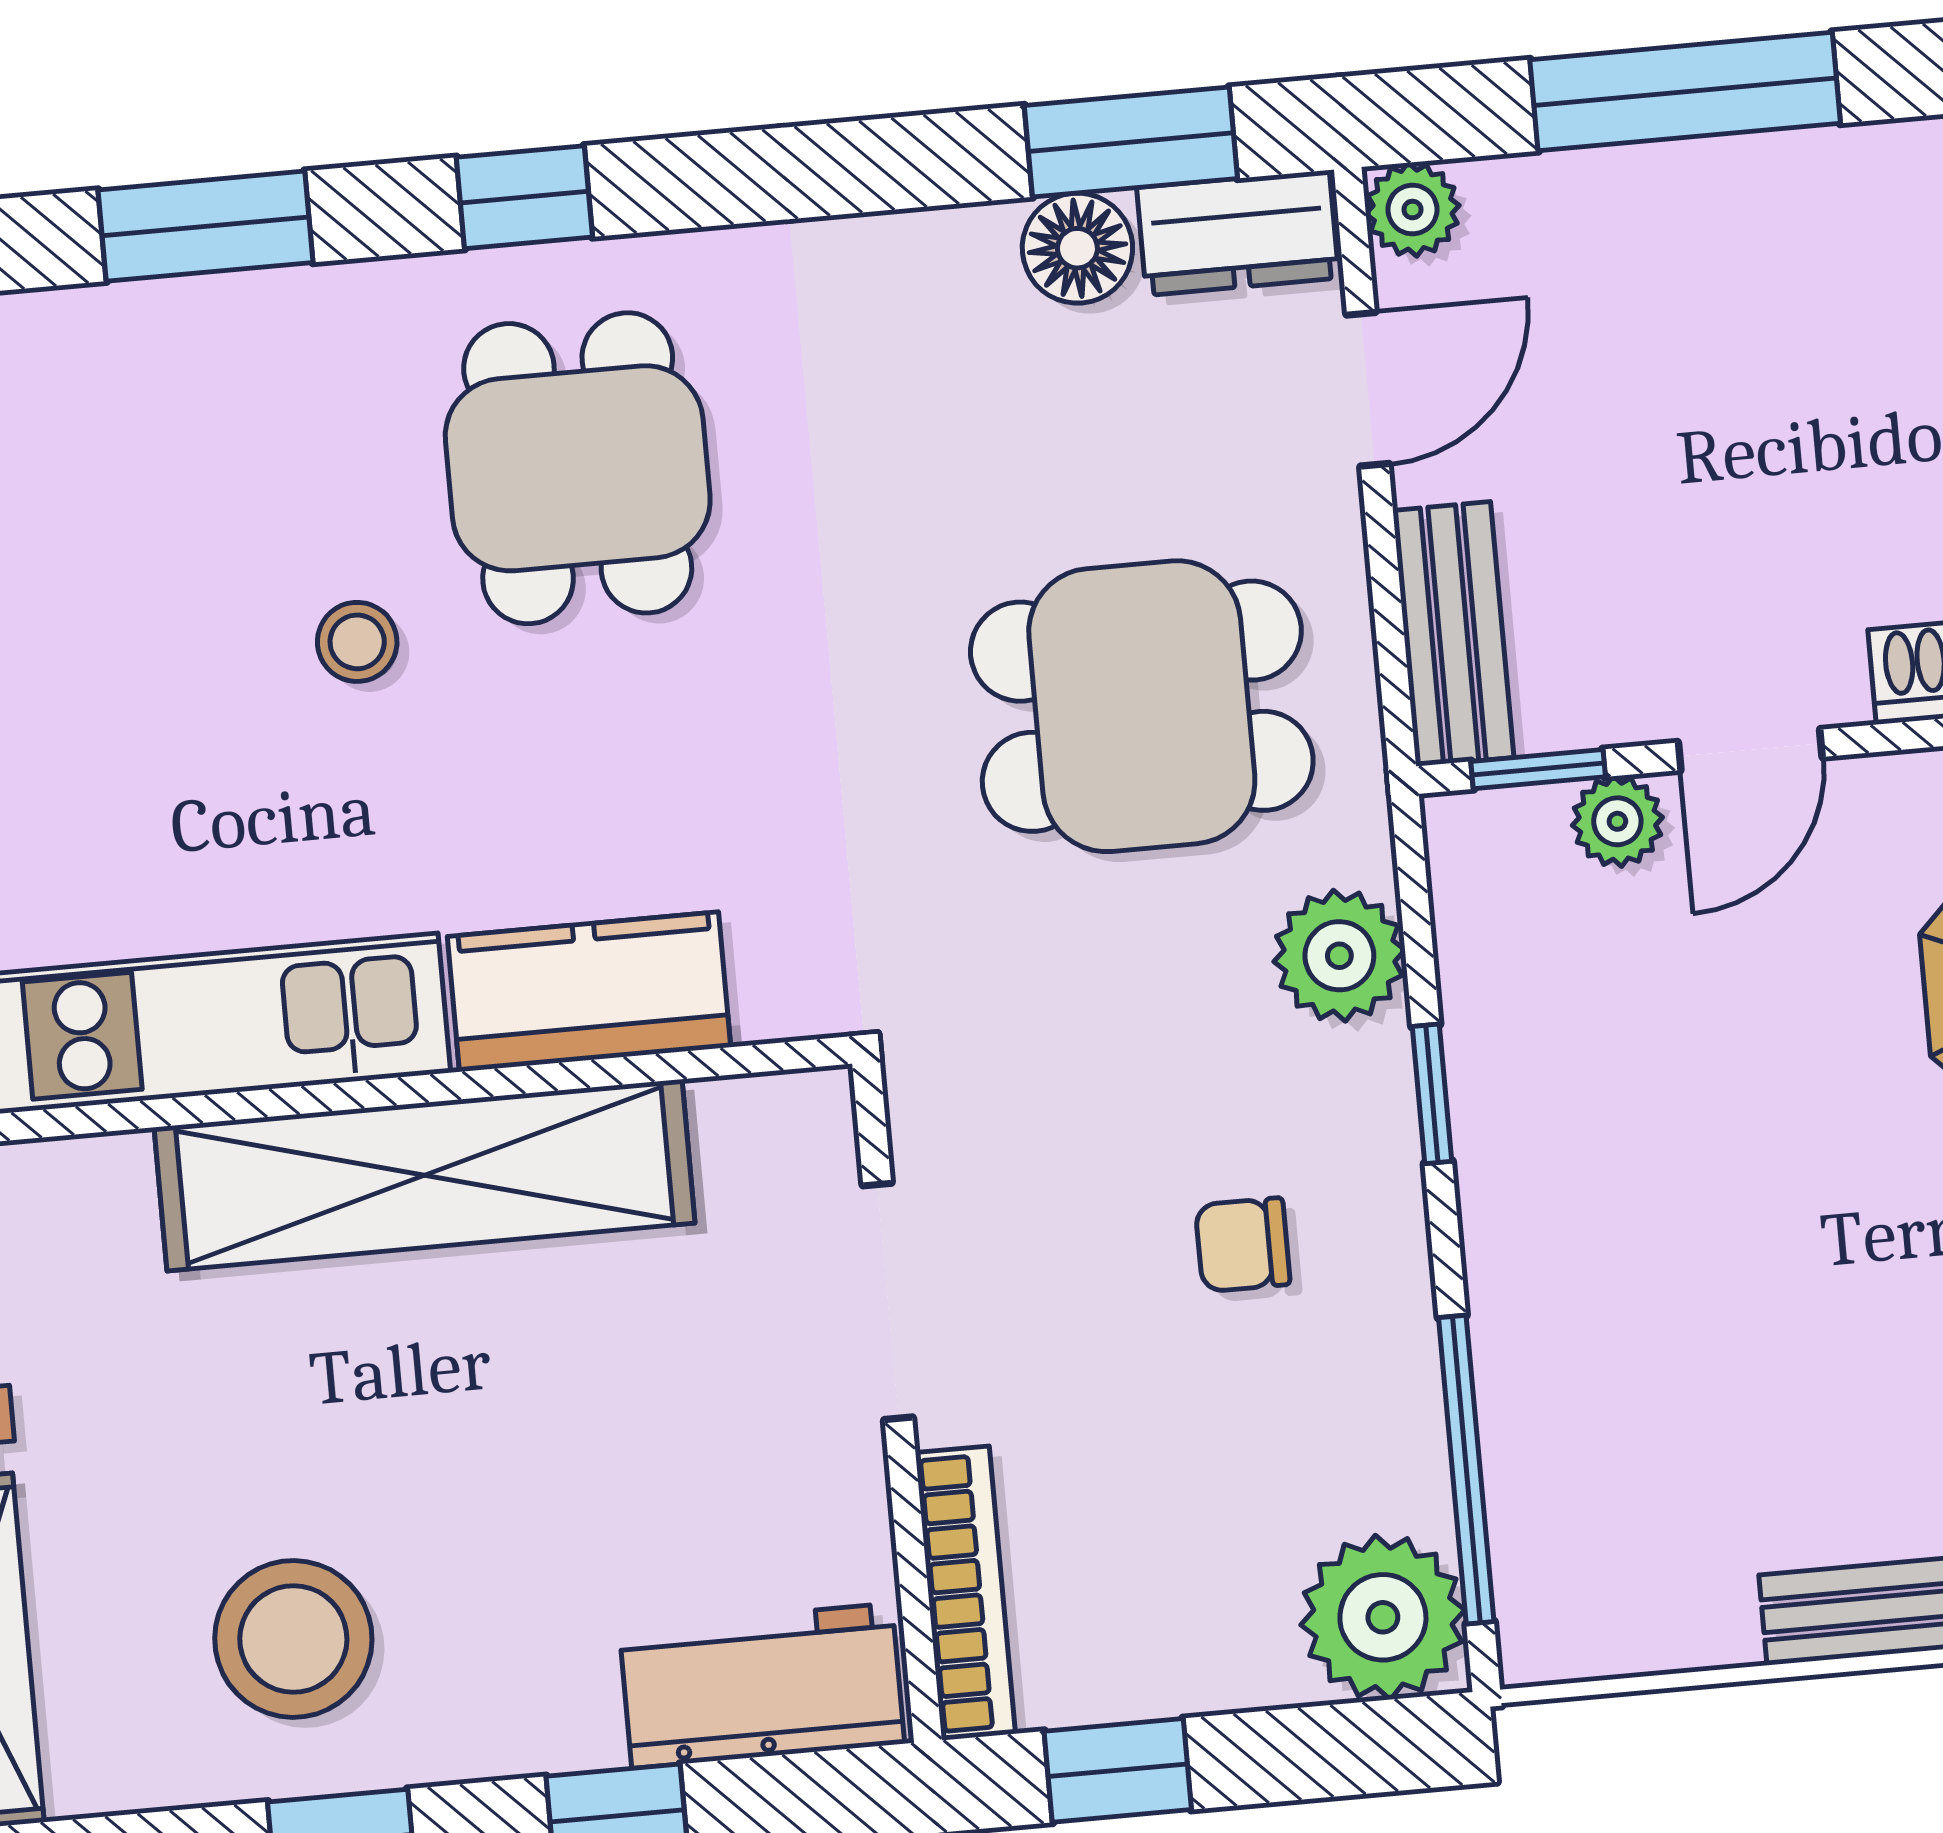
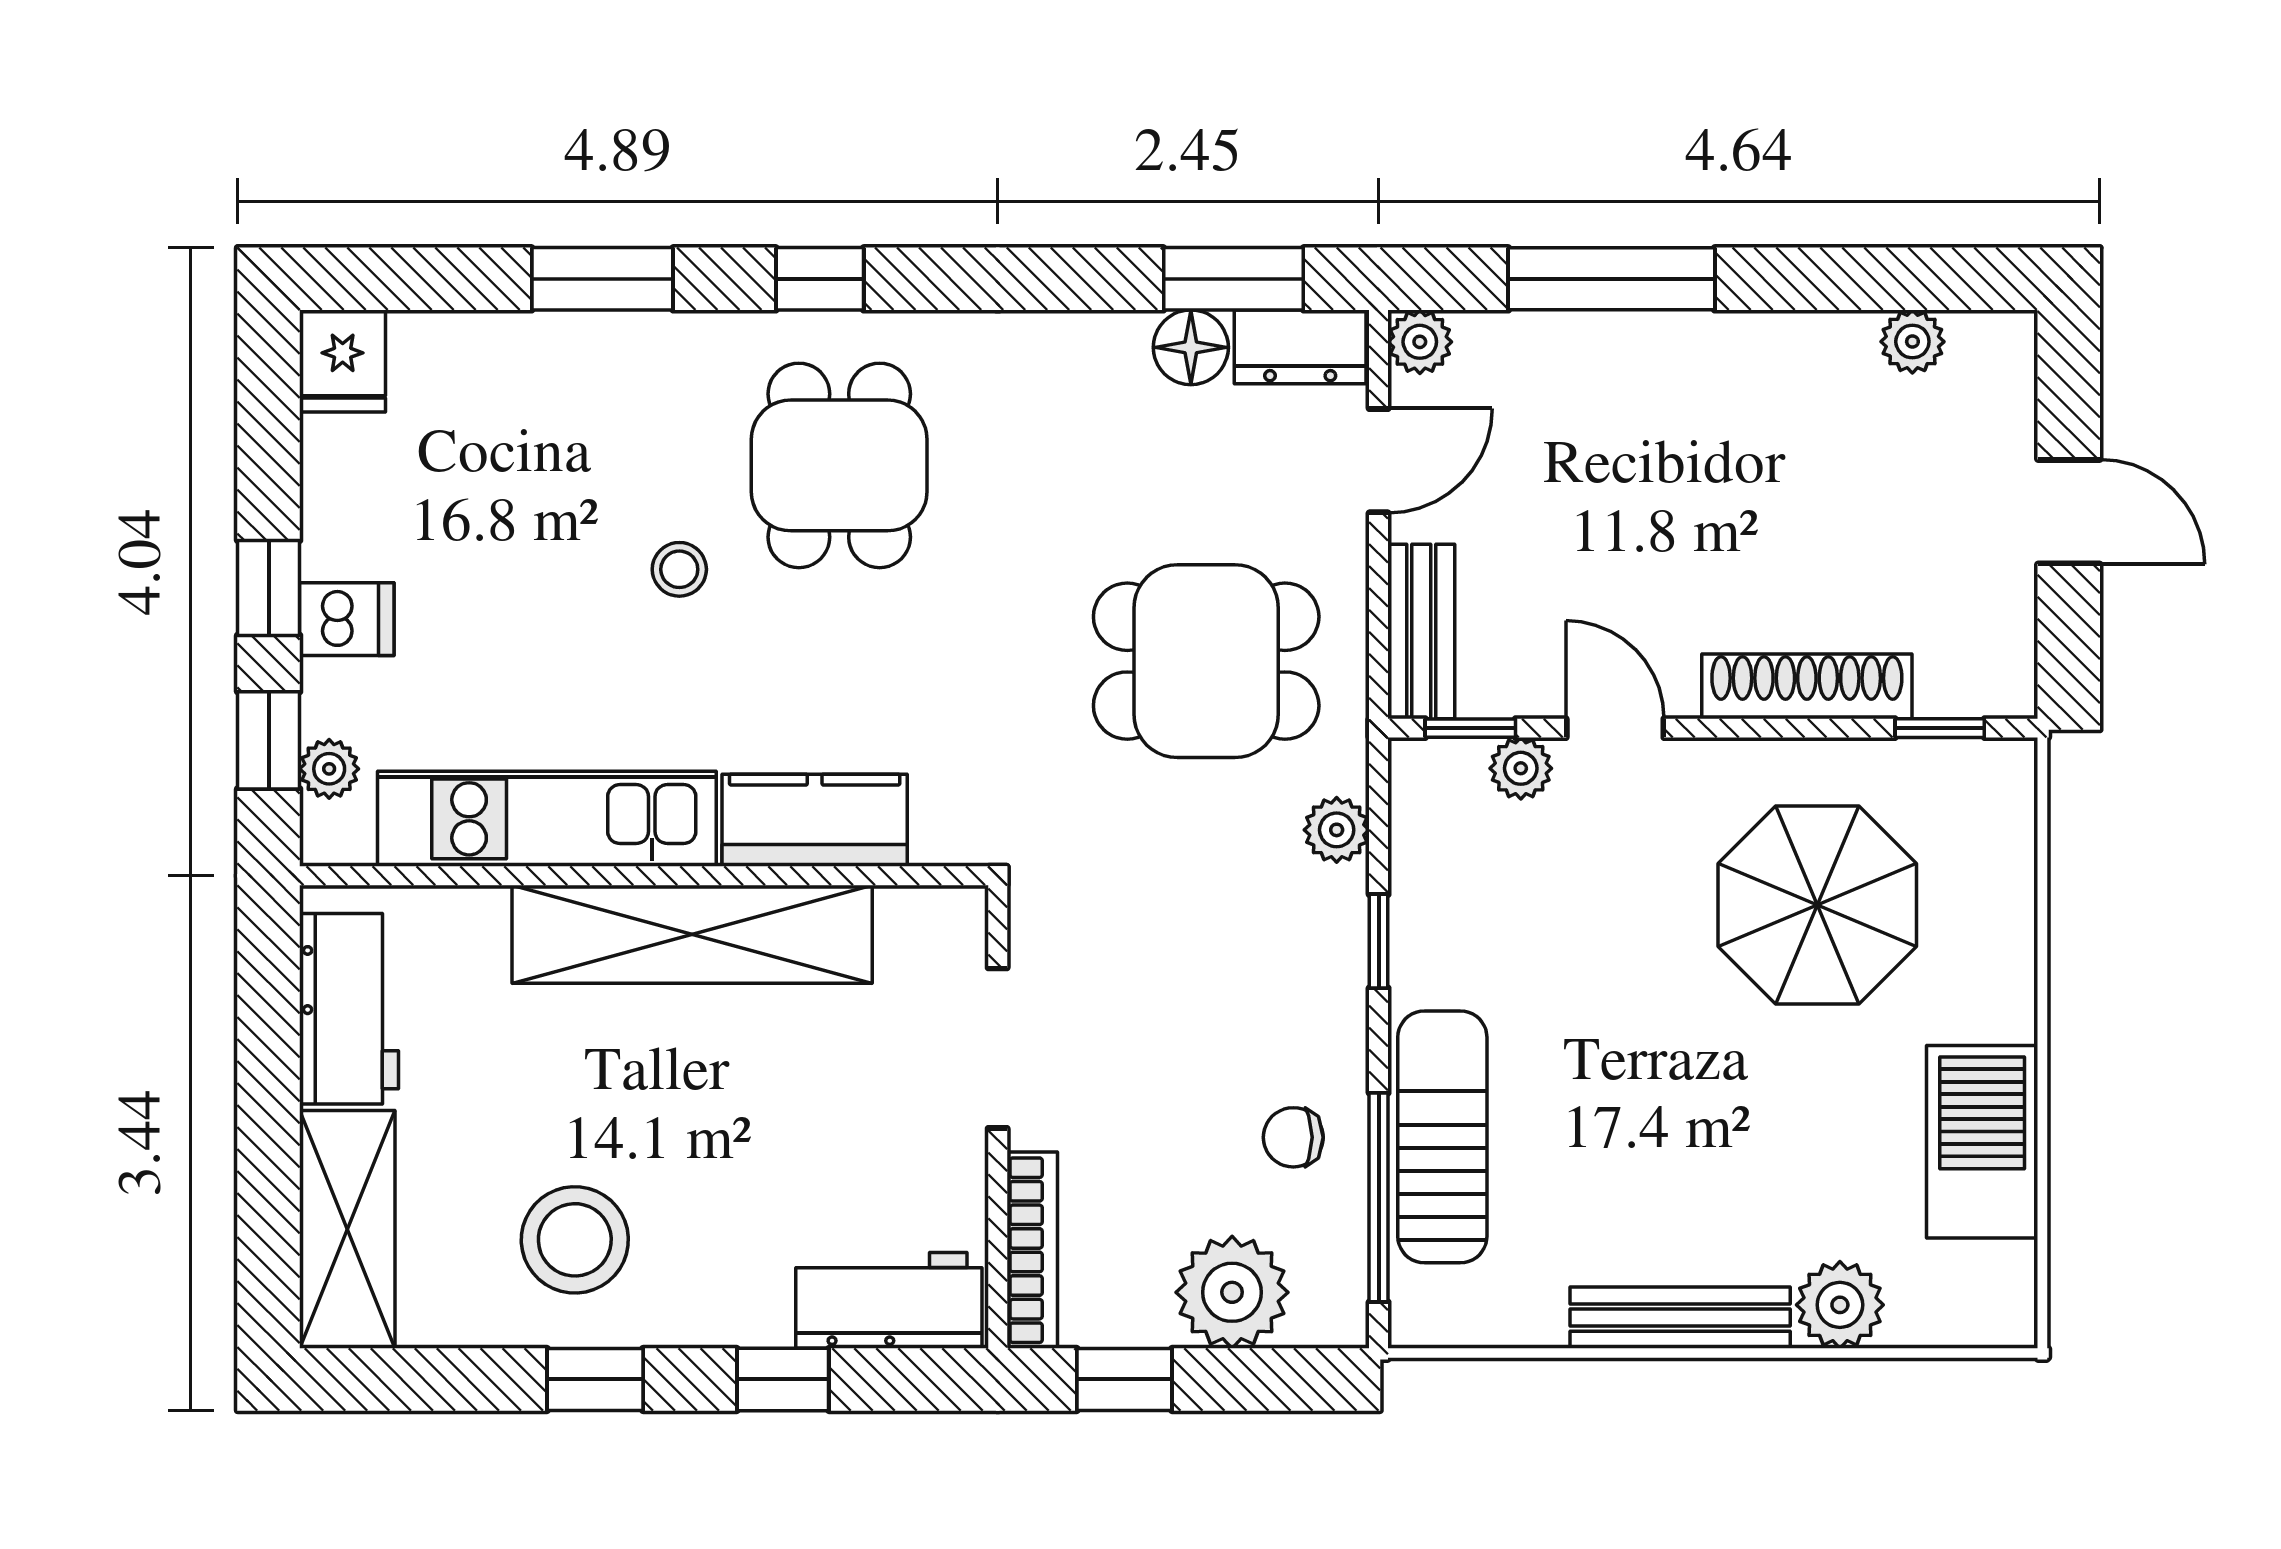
door: (1750, 750) -> (1615, 728), swing flipped
plant: (1339, 956) -> (1337, 830), width x0.73, depth x0.73
chair: (1243, 1245) -> (1293, 1137), moved
sun lounger: (1552, 1372) -> (1442, 1137), added
plant: (1383, 1617) -> (1232, 1292), moved

